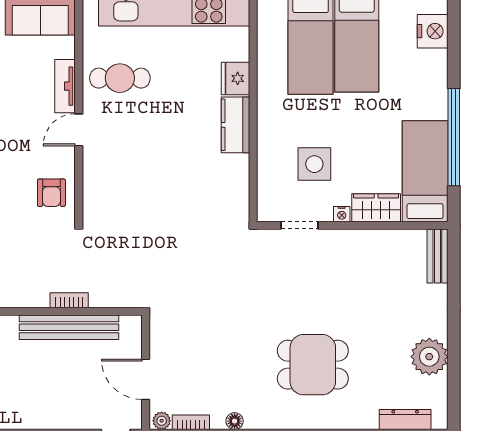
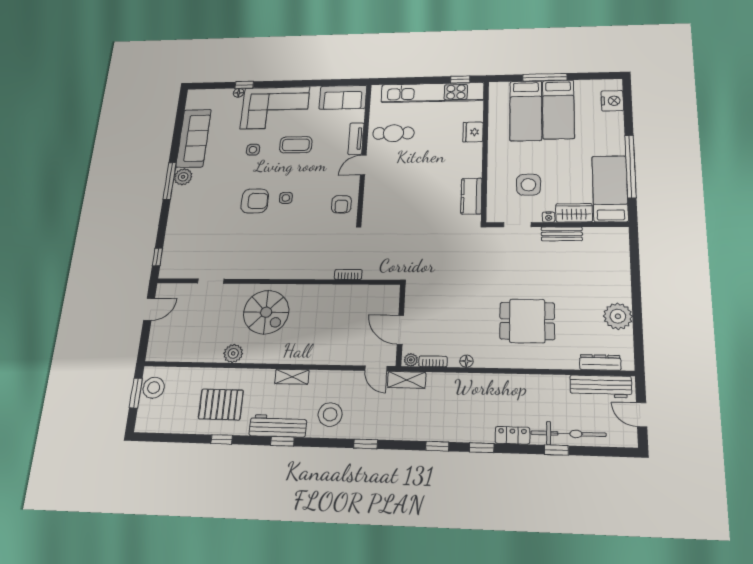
kitchen counter: (235, 125) -> (471, 196), moved
bench: (437, 256) -> (562, 234), moved, turned 90
bench: (69, 327) -> (347, 293), removed

